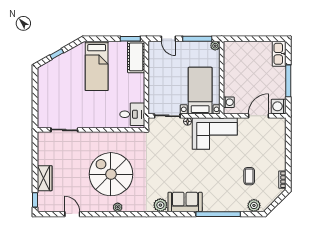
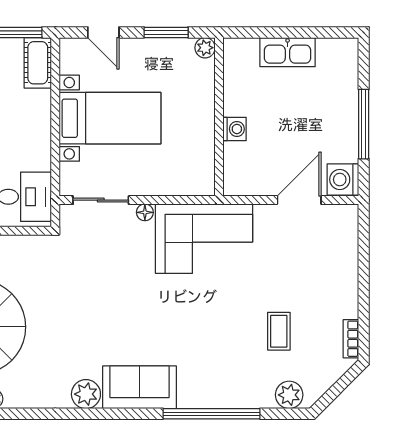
window: (197, 39) -> (166, 32), width x0.69
kitchen sink: (279, 54) -> (288, 52), moved, turned -90
cot: (136, 57) -> (38, 63), width x0.73, depth x0.75
bed with nightstands: (200, 91) -> (110, 118), moved, turned 90
washing machine: (229, 102) -> (235, 129), moved

